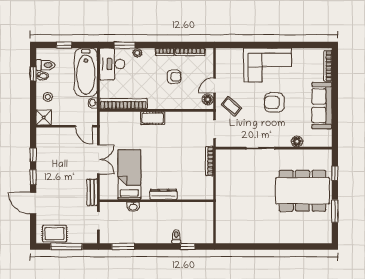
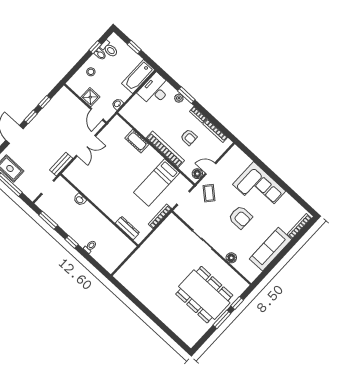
window: (125, 45) -> (186, 95), moved
bathtub: (86, 72) -> (138, 77), width x0.73, depth x0.73
armchair: (274, 102) -> (240, 217), turned 180
bookcase: (123, 104) -> (165, 149), moved
shower: (44, 117) -> (90, 97), moved
cot: (153, 118) -> (137, 141), moved
bed: (129, 175) -> (157, 183), moved, turned 180
dresser: (163, 194) -> (127, 228), moved
window: (335, 211) -> (222, 319), moved
window: (188, 247) -> (72, 242), moved

